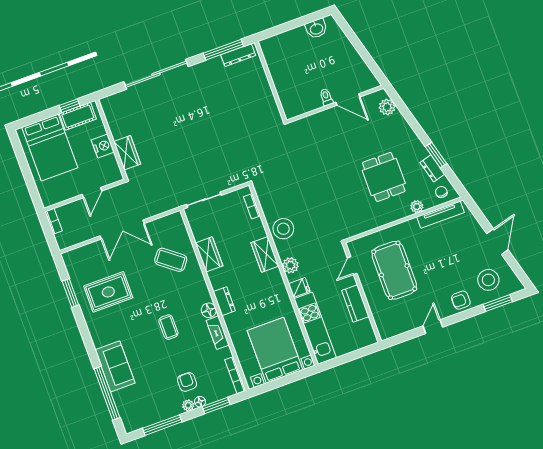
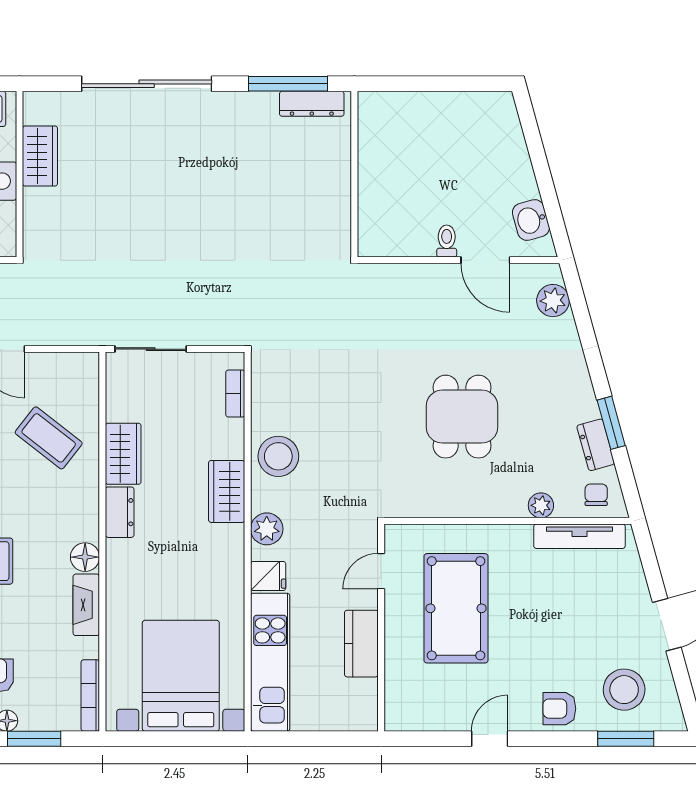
washbasin: (316, 29) -> (531, 220), moved, turned 75
wardrobe: (127, 153) -> (40, 156), moved
dining table: (384, 177) -> (462, 417), moved
dresser: (224, 301) -> (120, 512), moved

